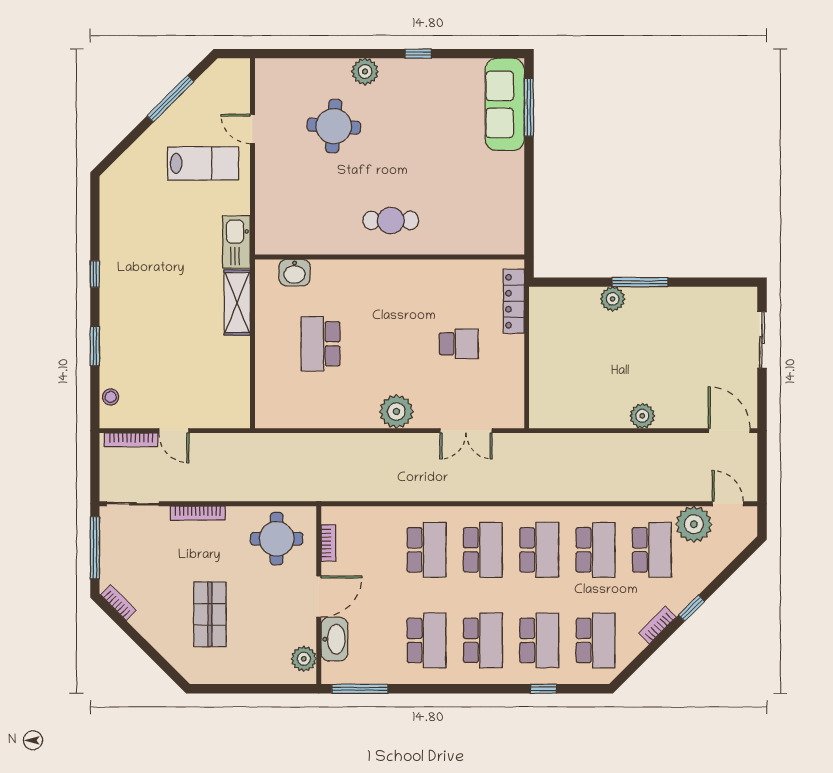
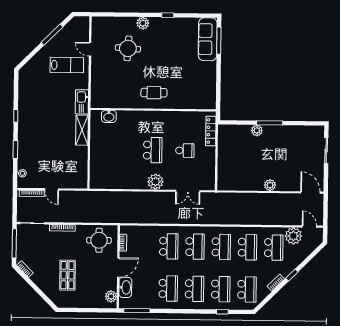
school desk: (321, 344) -> (153, 150), moved, turned 180

